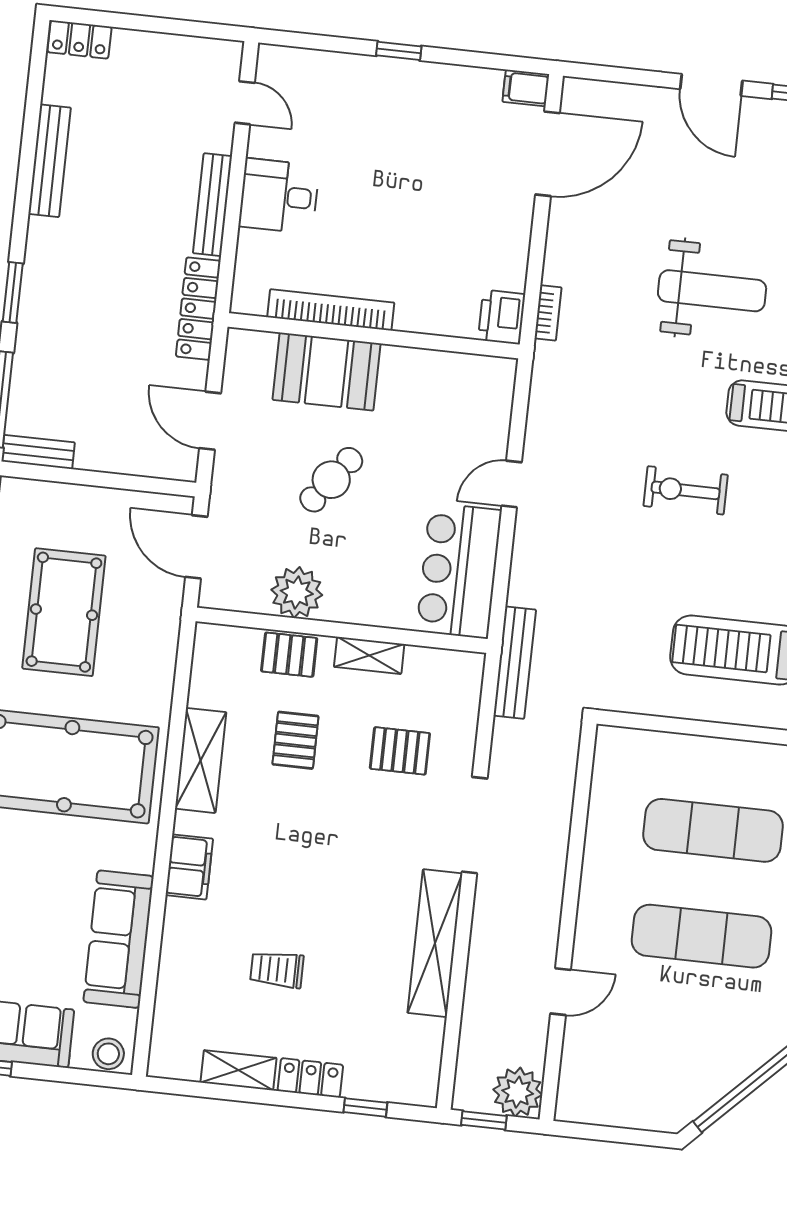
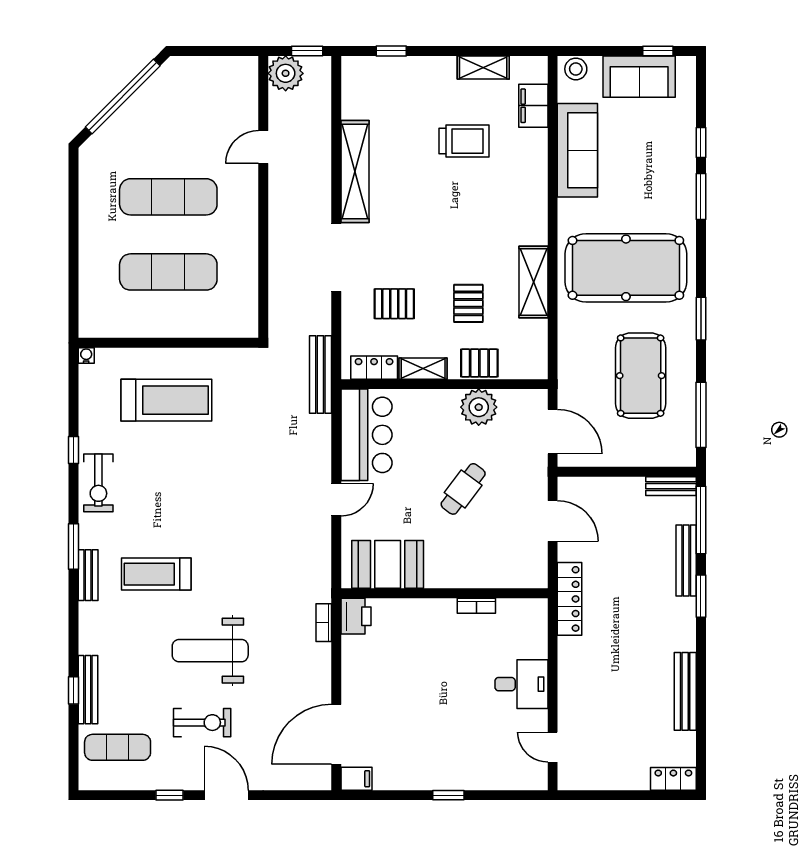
bench: (212, 205) -> (686, 561), moved
bookcase: (331, 310) -> (476, 606), width x0.43, depth x0.76
booth: (327, 372) -> (388, 564), moved
exercise bike: (686, 490) -> (202, 723), moved
filing cabinet: (189, 867) -> (533, 106), moved
trolley: (277, 969) -> (464, 141), width x1.36, depth x1.39
locker: (310, 1078) -> (374, 368), moved, turned 180

